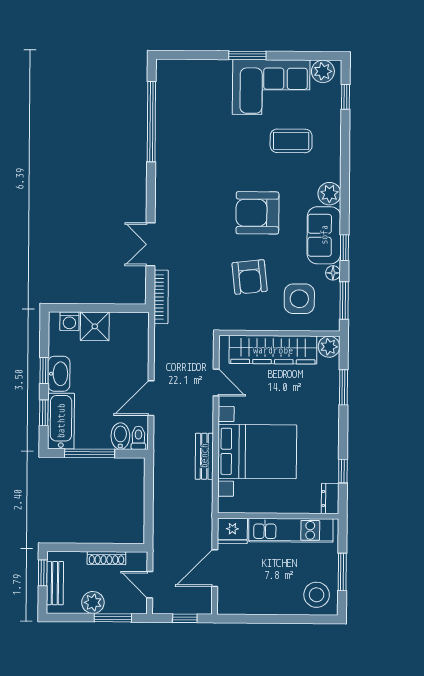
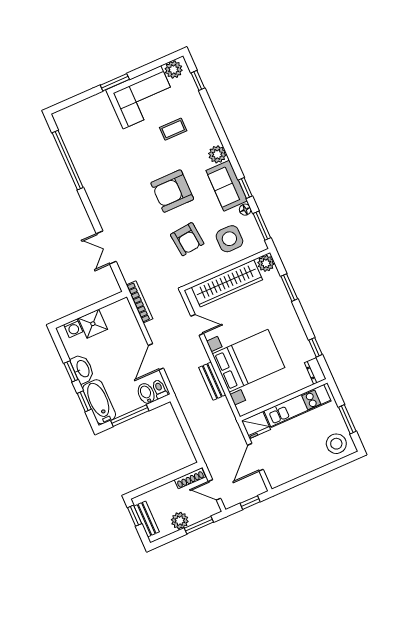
coffee table: (291, 141) -> (173, 129), width x0.73, depth x0.77
bookcase: (161, 297) -> (140, 302), moved
shoe rack: (106, 558) -> (190, 478), moved

